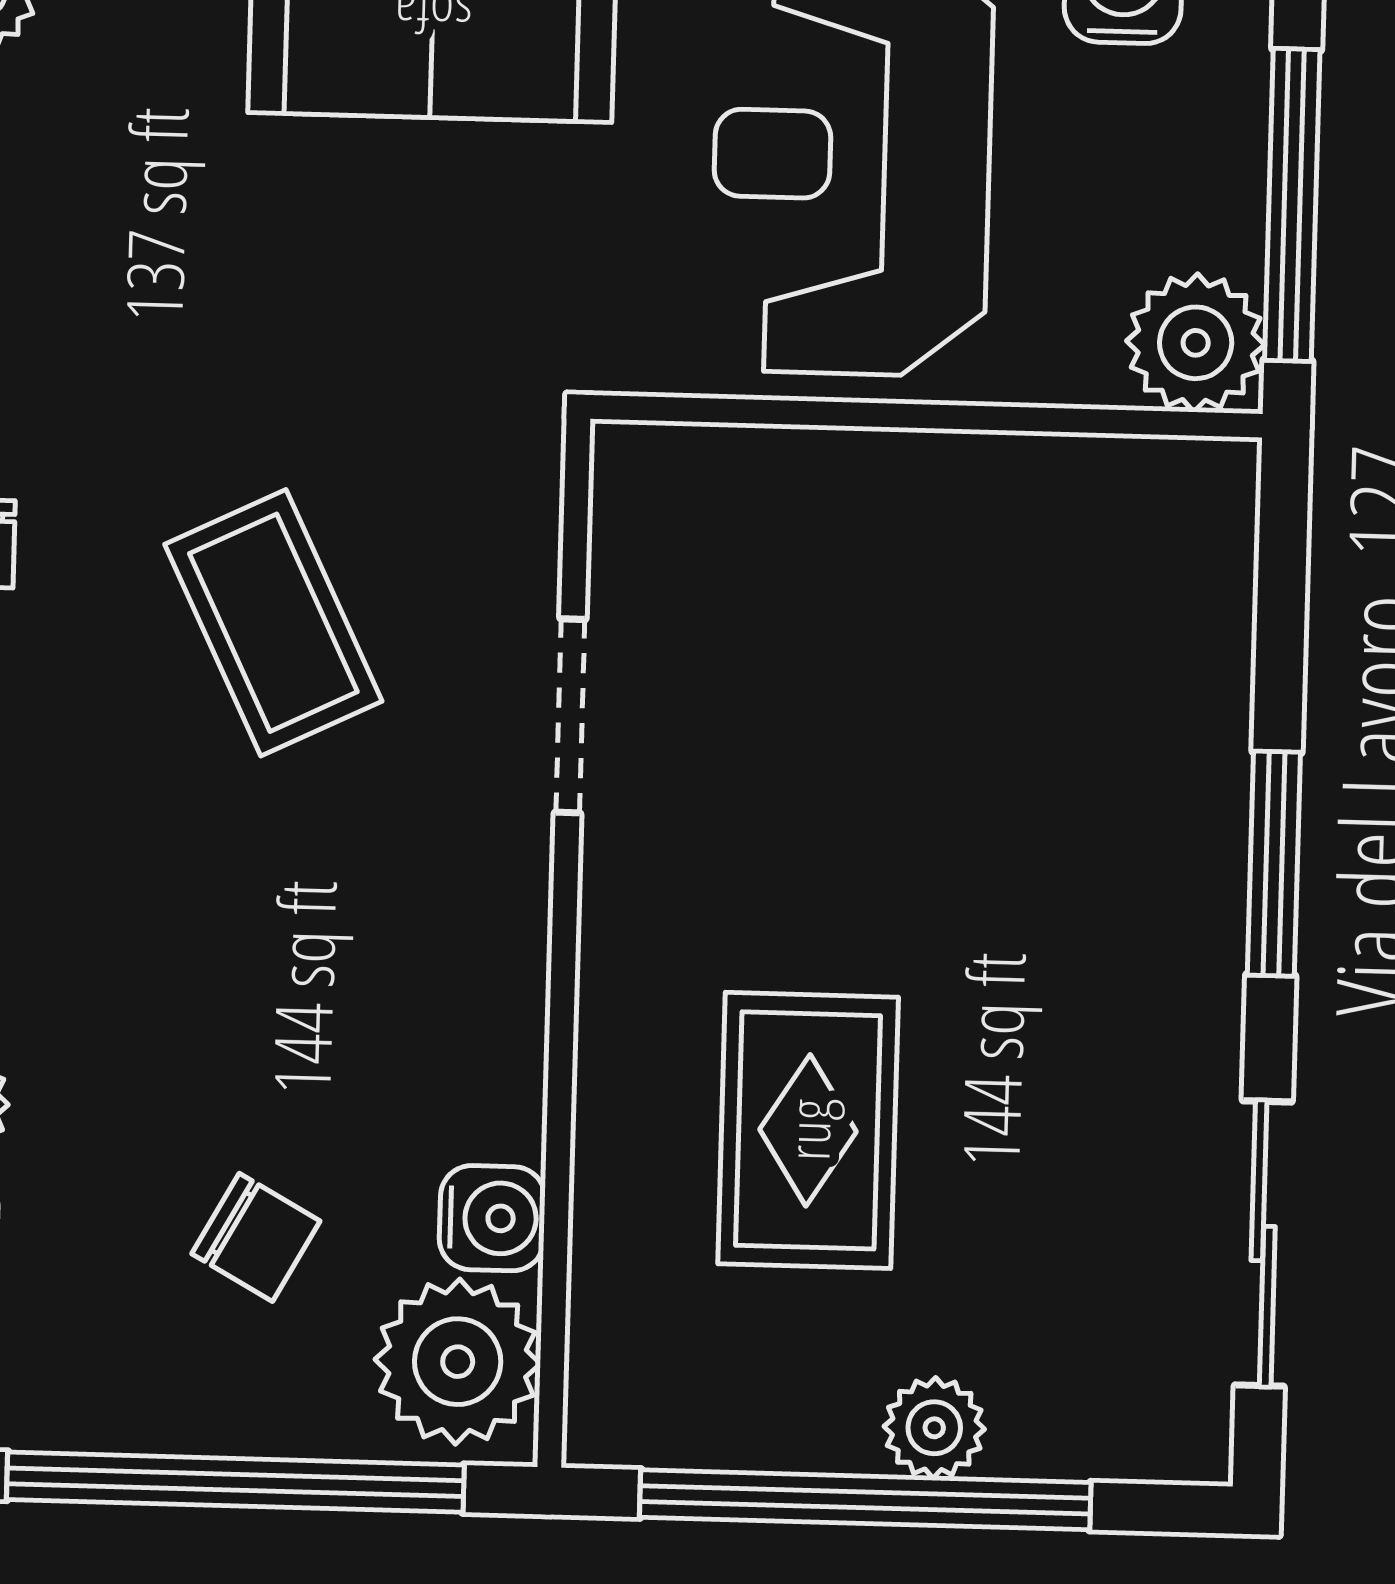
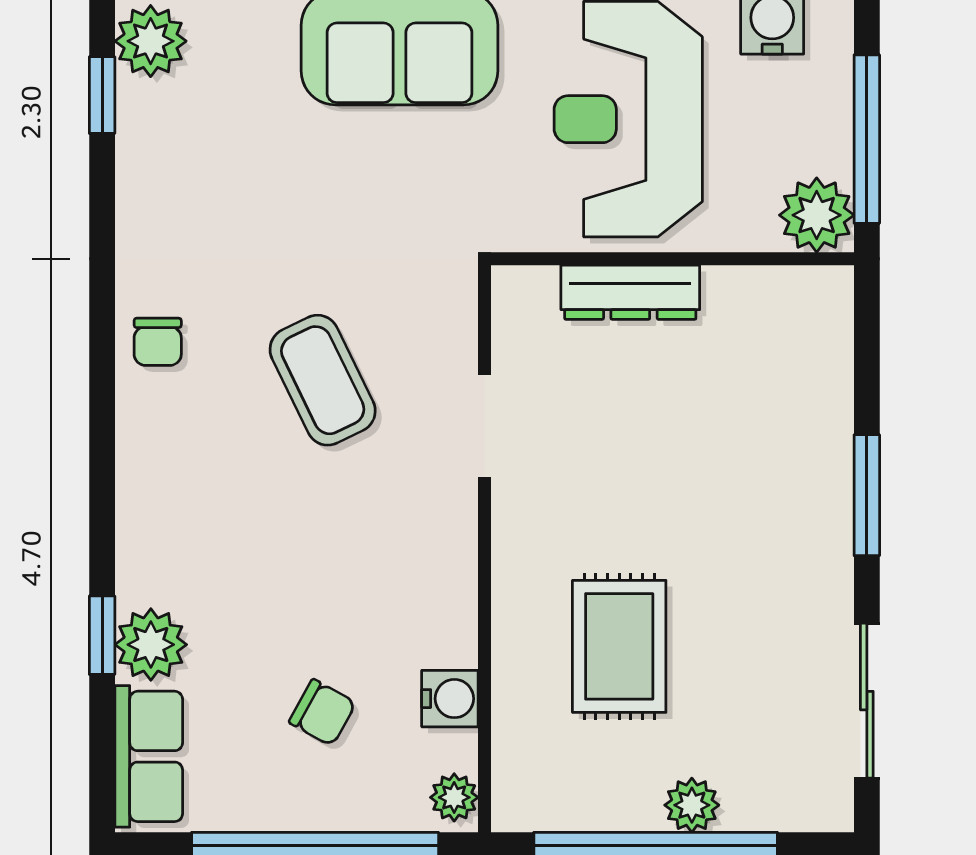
dresser: (847, 476) -> (630, 292), added
plant: (458, 1362) -> (454, 797), width x0.53, depth x0.53

